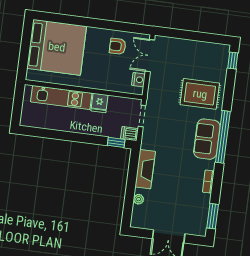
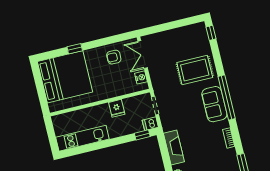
window: (79, 21) -> (75, 49), added
kitchen unit: (61, 97) -> (82, 138), moved, turned 180

